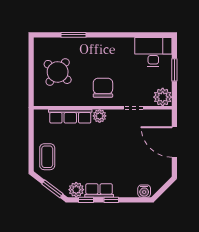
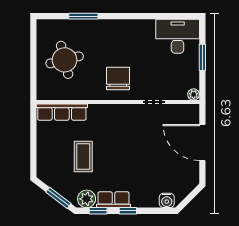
round table: (58, 72) -> (65, 60), turned 37
plant: (163, 97) -> (194, 94), width x0.53, depth x0.53
row of seats: (70, 116) -> (62, 112), moved
plant: (100, 116) -> (114, 112), removed
coffee table: (47, 157) -> (83, 156), moved

